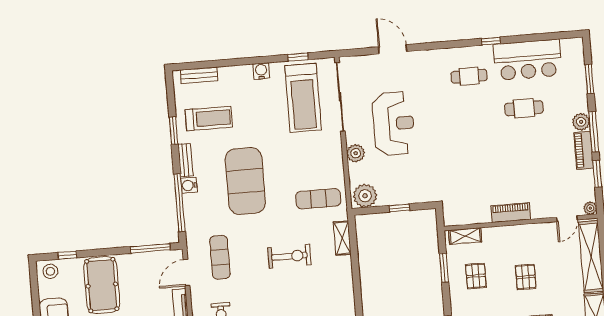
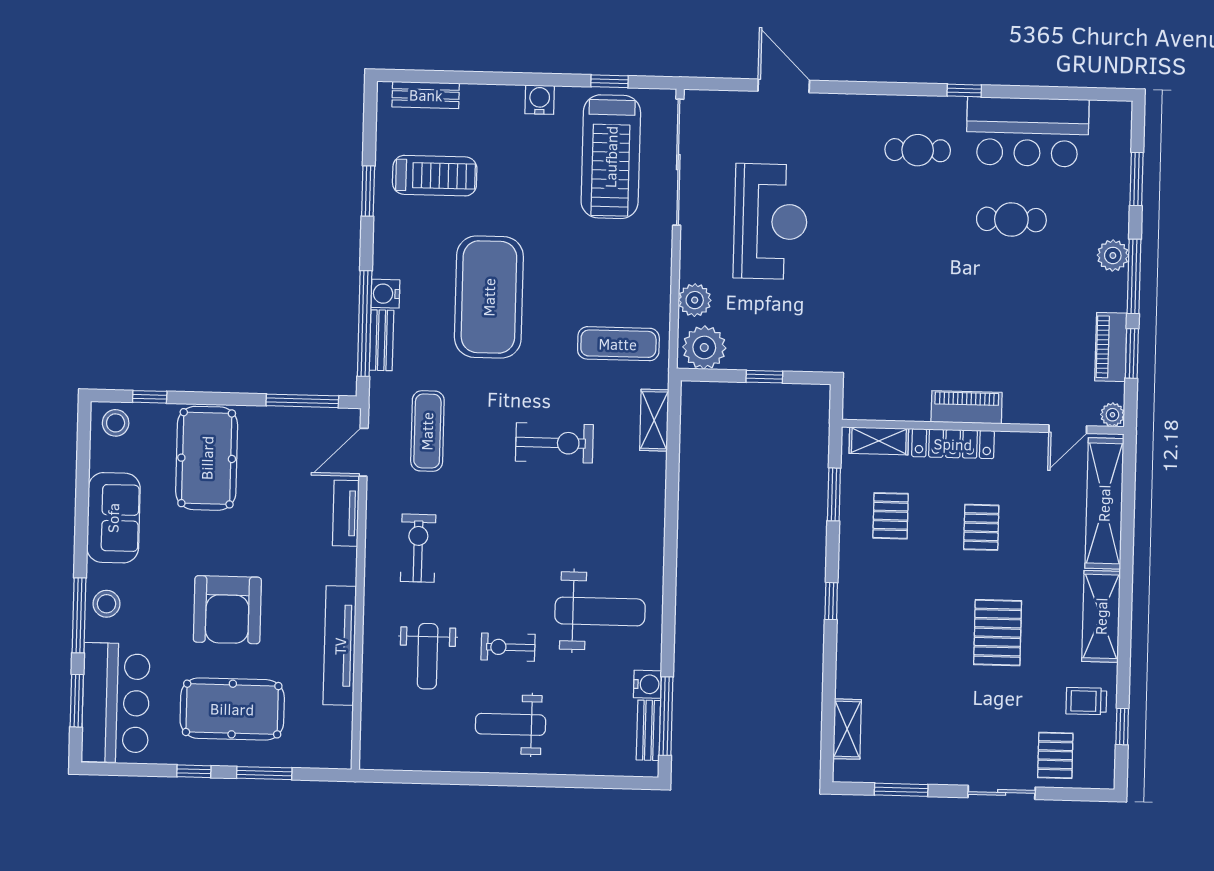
piano: (584, 150) -> (1111, 347), moved
plant: (356, 153) -> (695, 300), moved
bench: (185, 160) -> (381, 340), moved
locker: (506, 233) -> (953, 444), added

